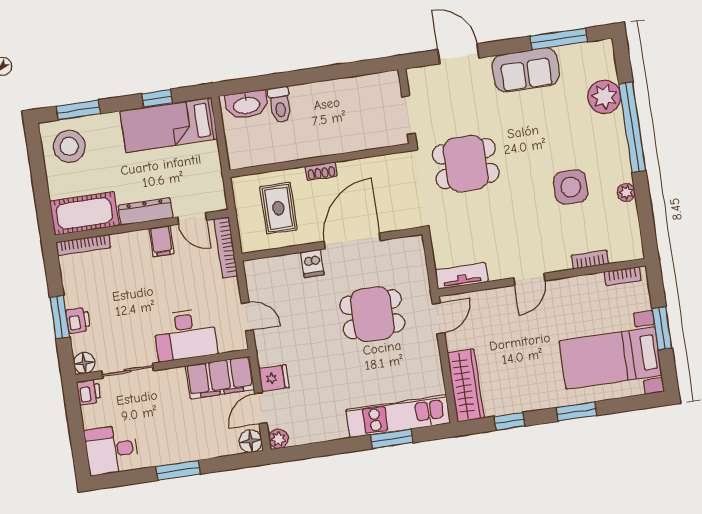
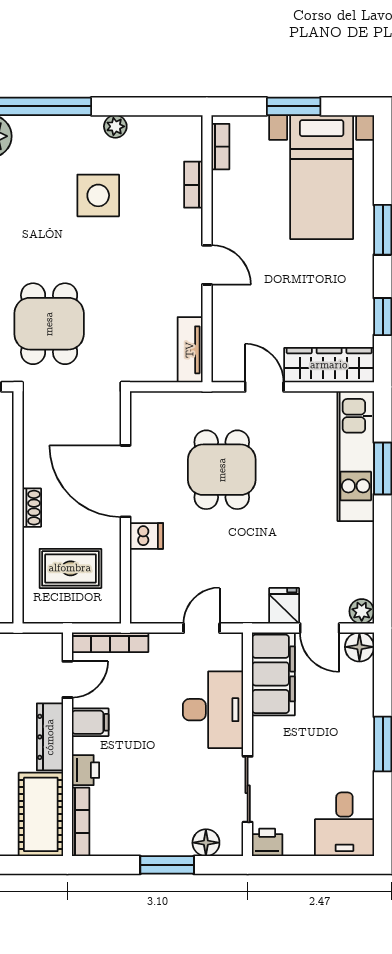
door: (438, 318) -> (264, 387), moved
printer: (78, 320) -> (85, 770), moved, turned 90
floor lamp: (84, 363) -> (206, 843), moved

